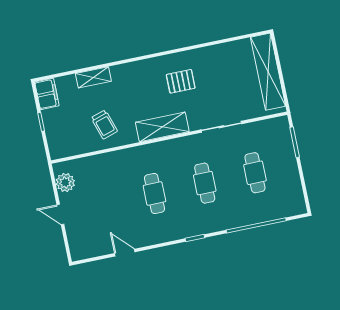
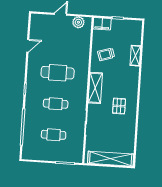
filing cabinet: (47, 94) -> (102, 24), moved
cafe table: (154, 194) -> (58, 73), width x1.37, depth x1.35

